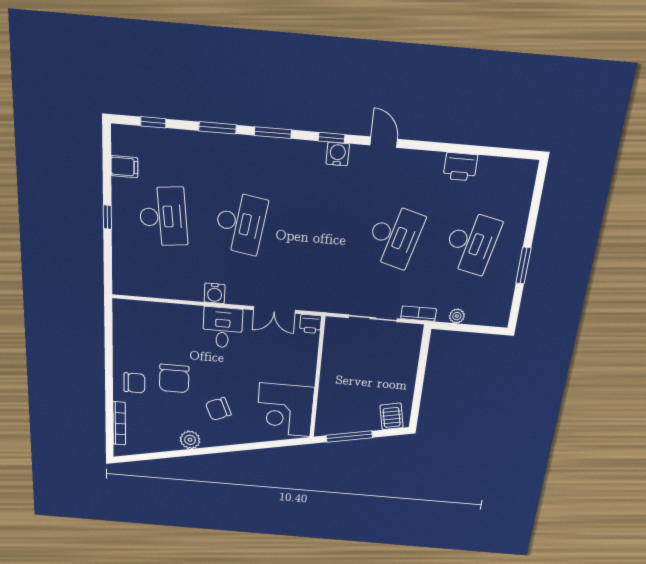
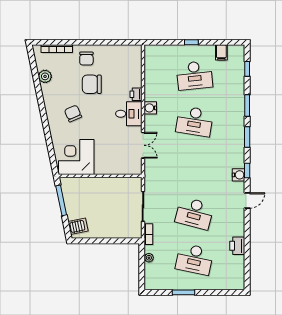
double door: (274, 310) -> (143, 145), swing flipped
printer: (310, 324) -> (136, 94), moved
plant: (190, 440) -> (45, 76), moved

